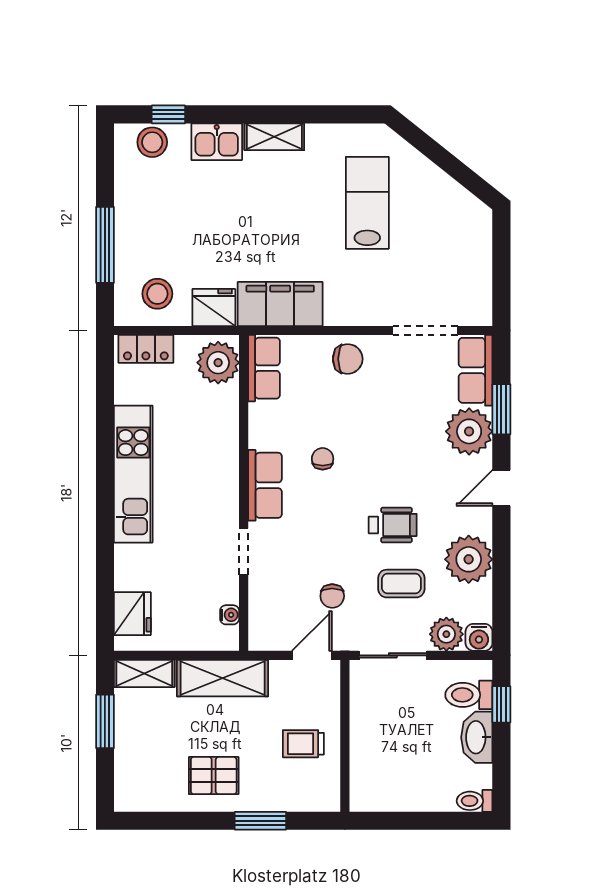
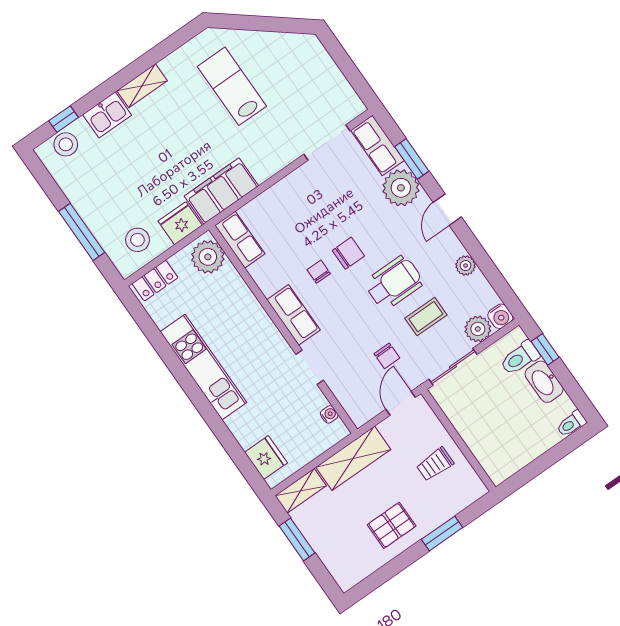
chair: (348, 359) -> (348, 253), moved
wheelchair: (393, 525) -> (394, 283), width x1.36, depth x1.37
plant: (469, 559) -> (466, 266), width x0.53, depth x0.53

